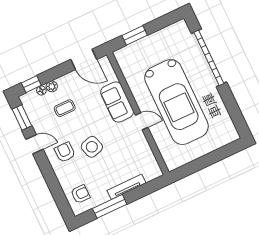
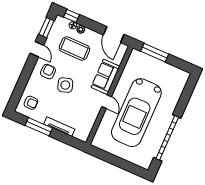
window: (135, 35) -> (155, 53), width x1.44
garage door: (209, 58) -> (167, 138), moved
coffee table: (65, 108) -> (74, 49), width x1.86, depth x1.72

